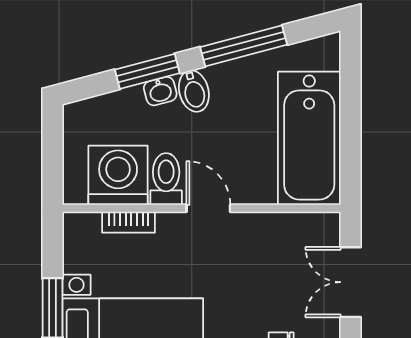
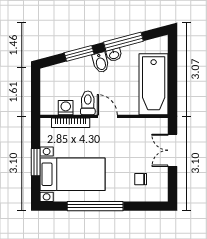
washbasin: (160, 91) -> (114, 55), moved
washing machine: (118, 175) -> (66, 108), width x0.53, depth x0.53
bookcase: (129, 222) -> (71, 123), width x1.56

